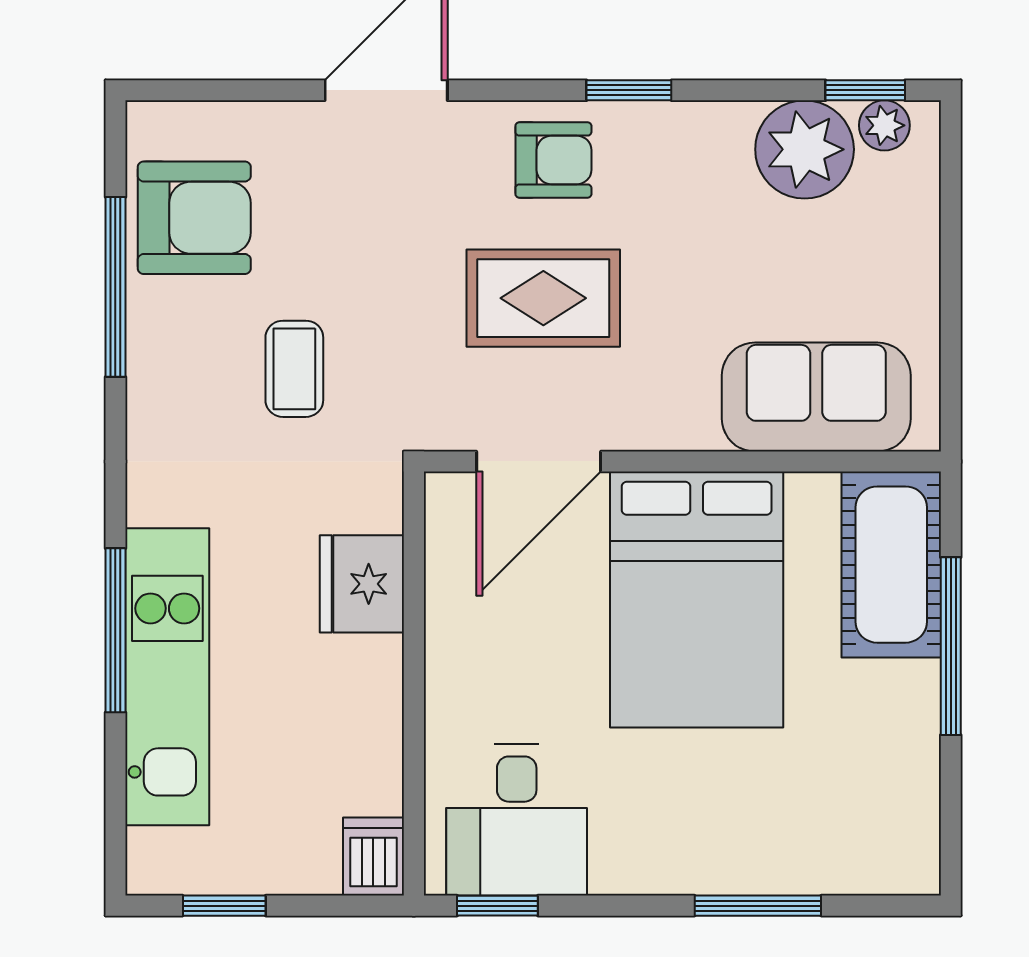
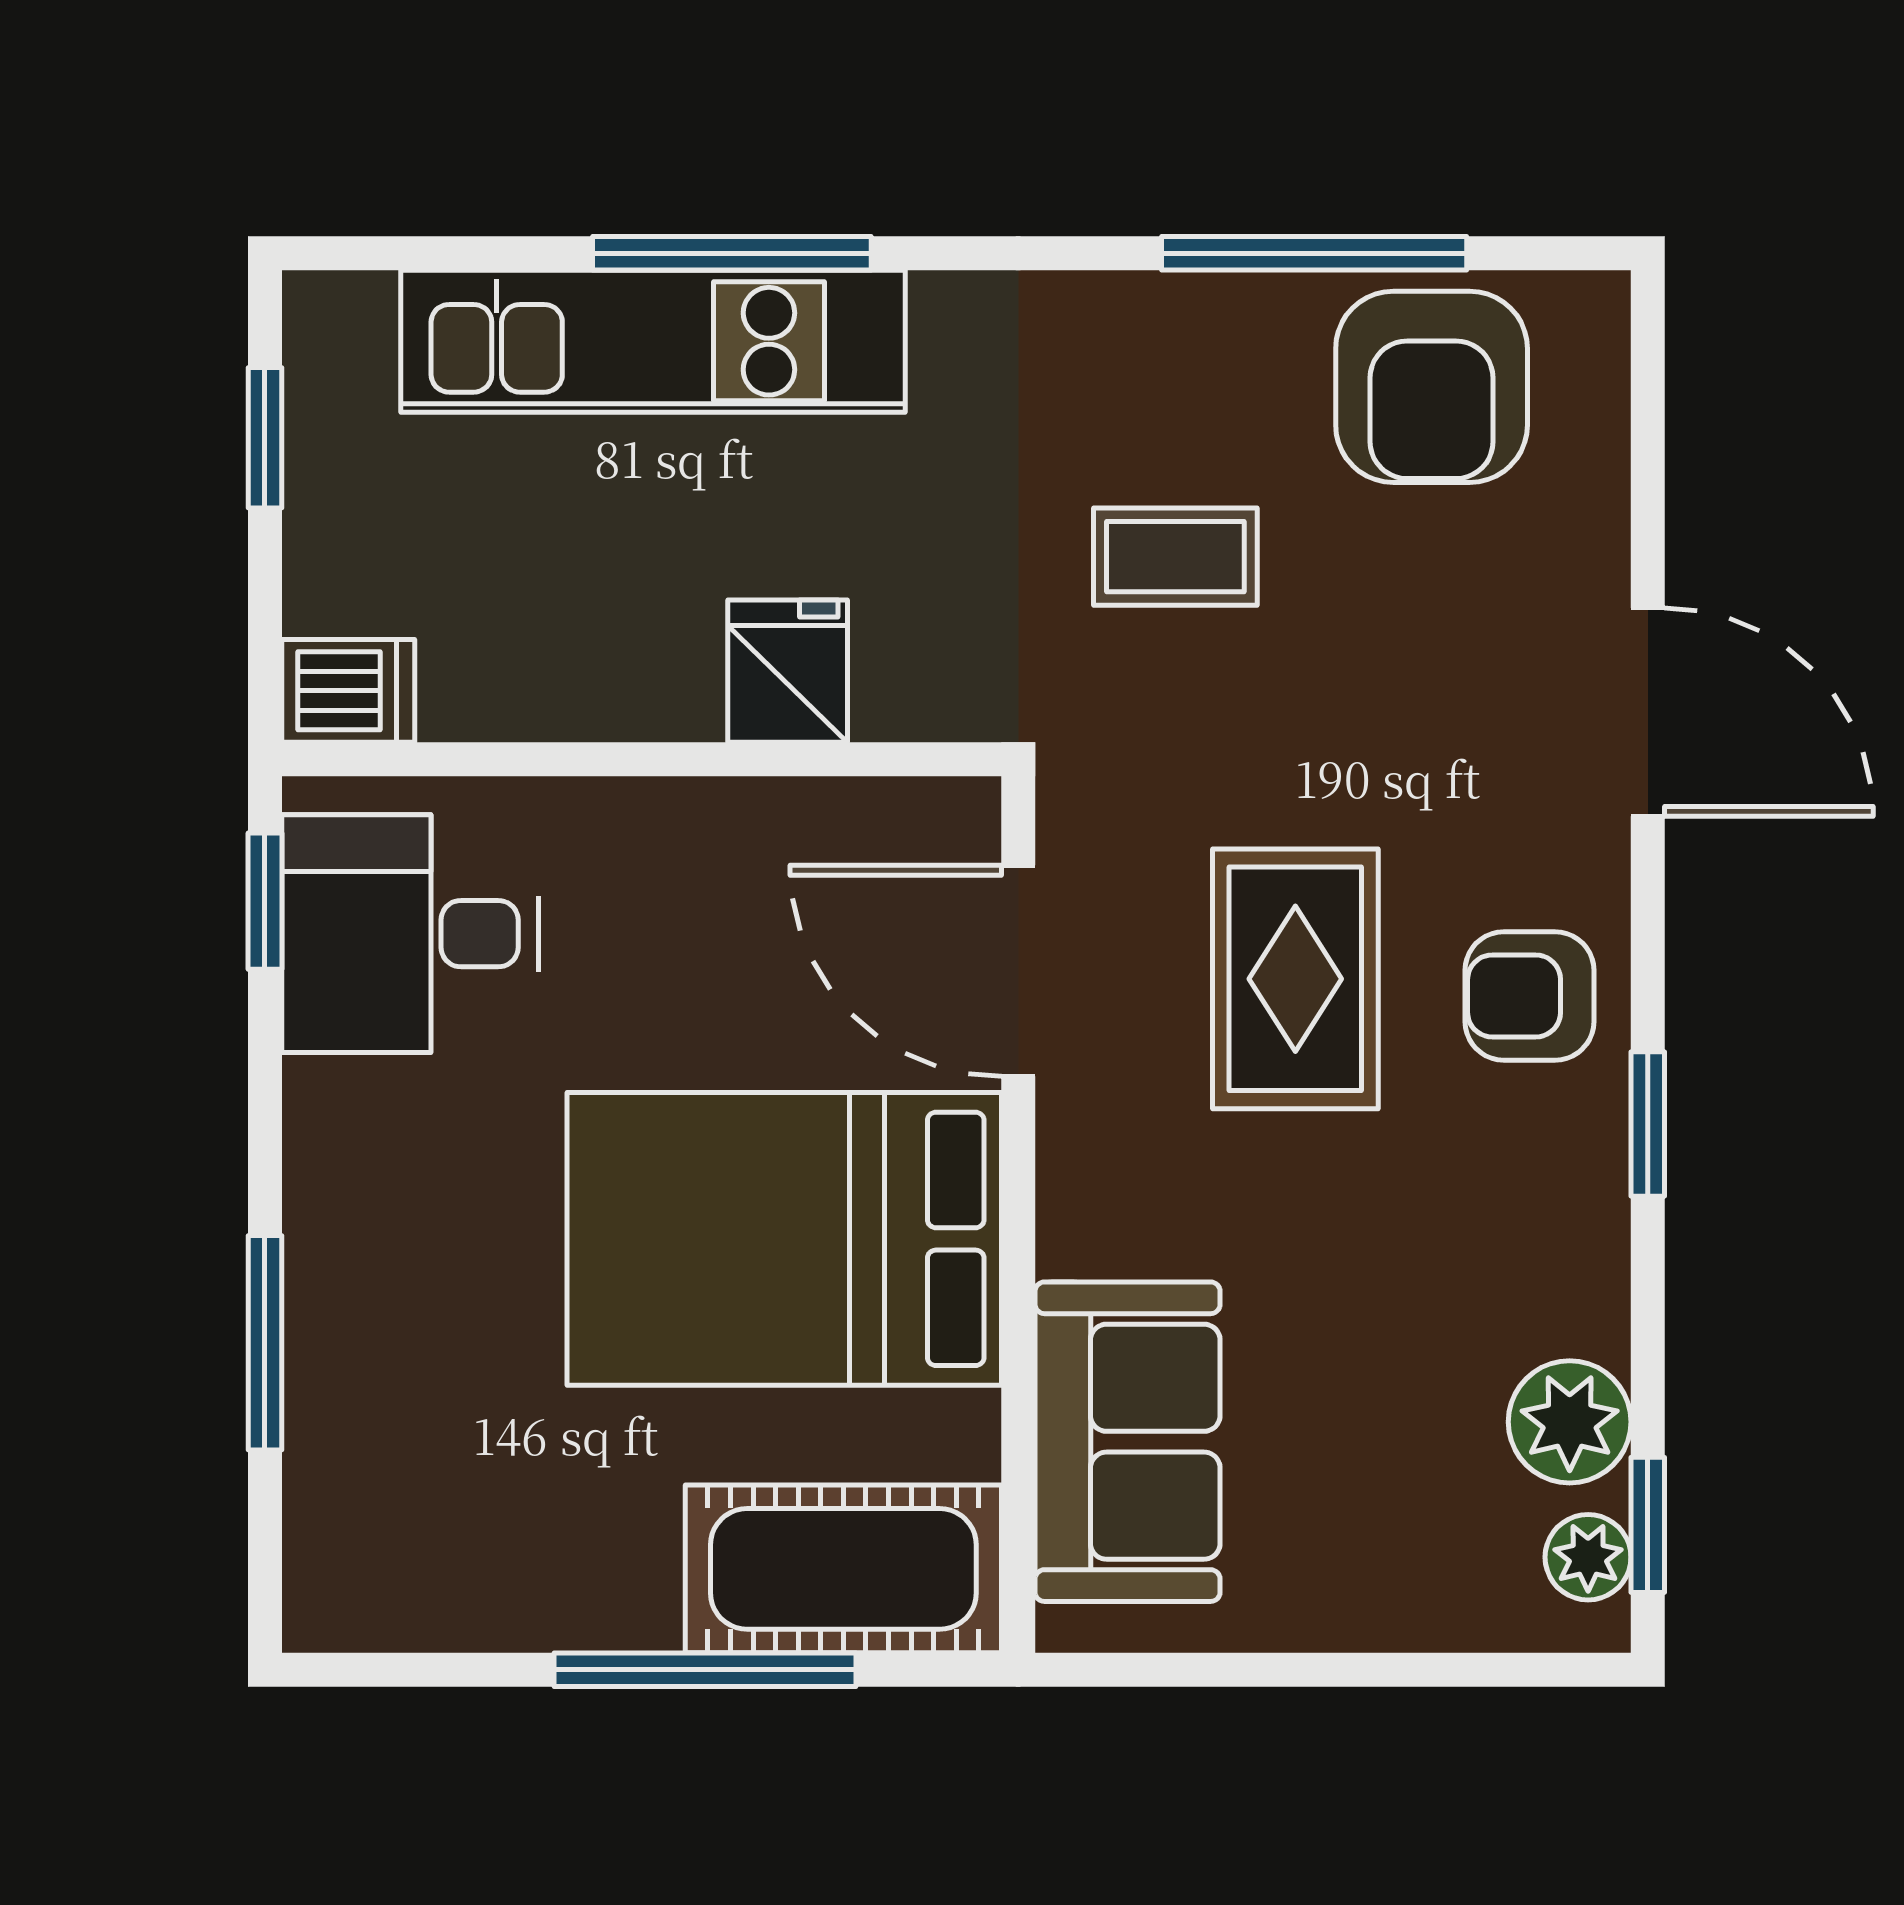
plant: (805, 149) -> (1570, 1422), width x0.73, depth x0.73
armchair: (553, 160) -> (1529, 996), turned 90
fridge: (362, 584) -> (788, 671), width x0.72

